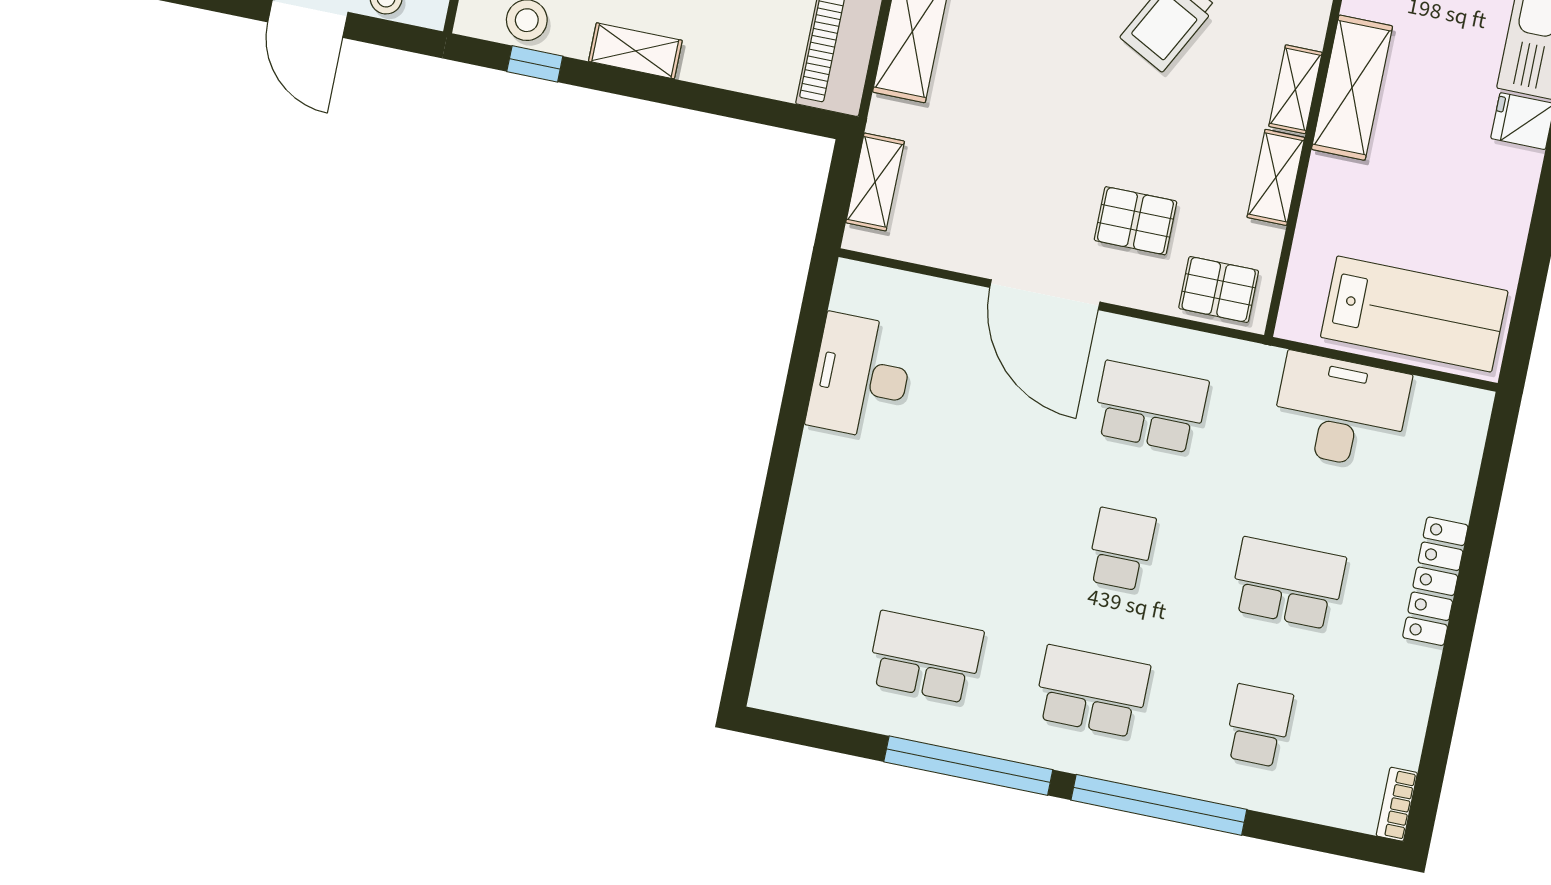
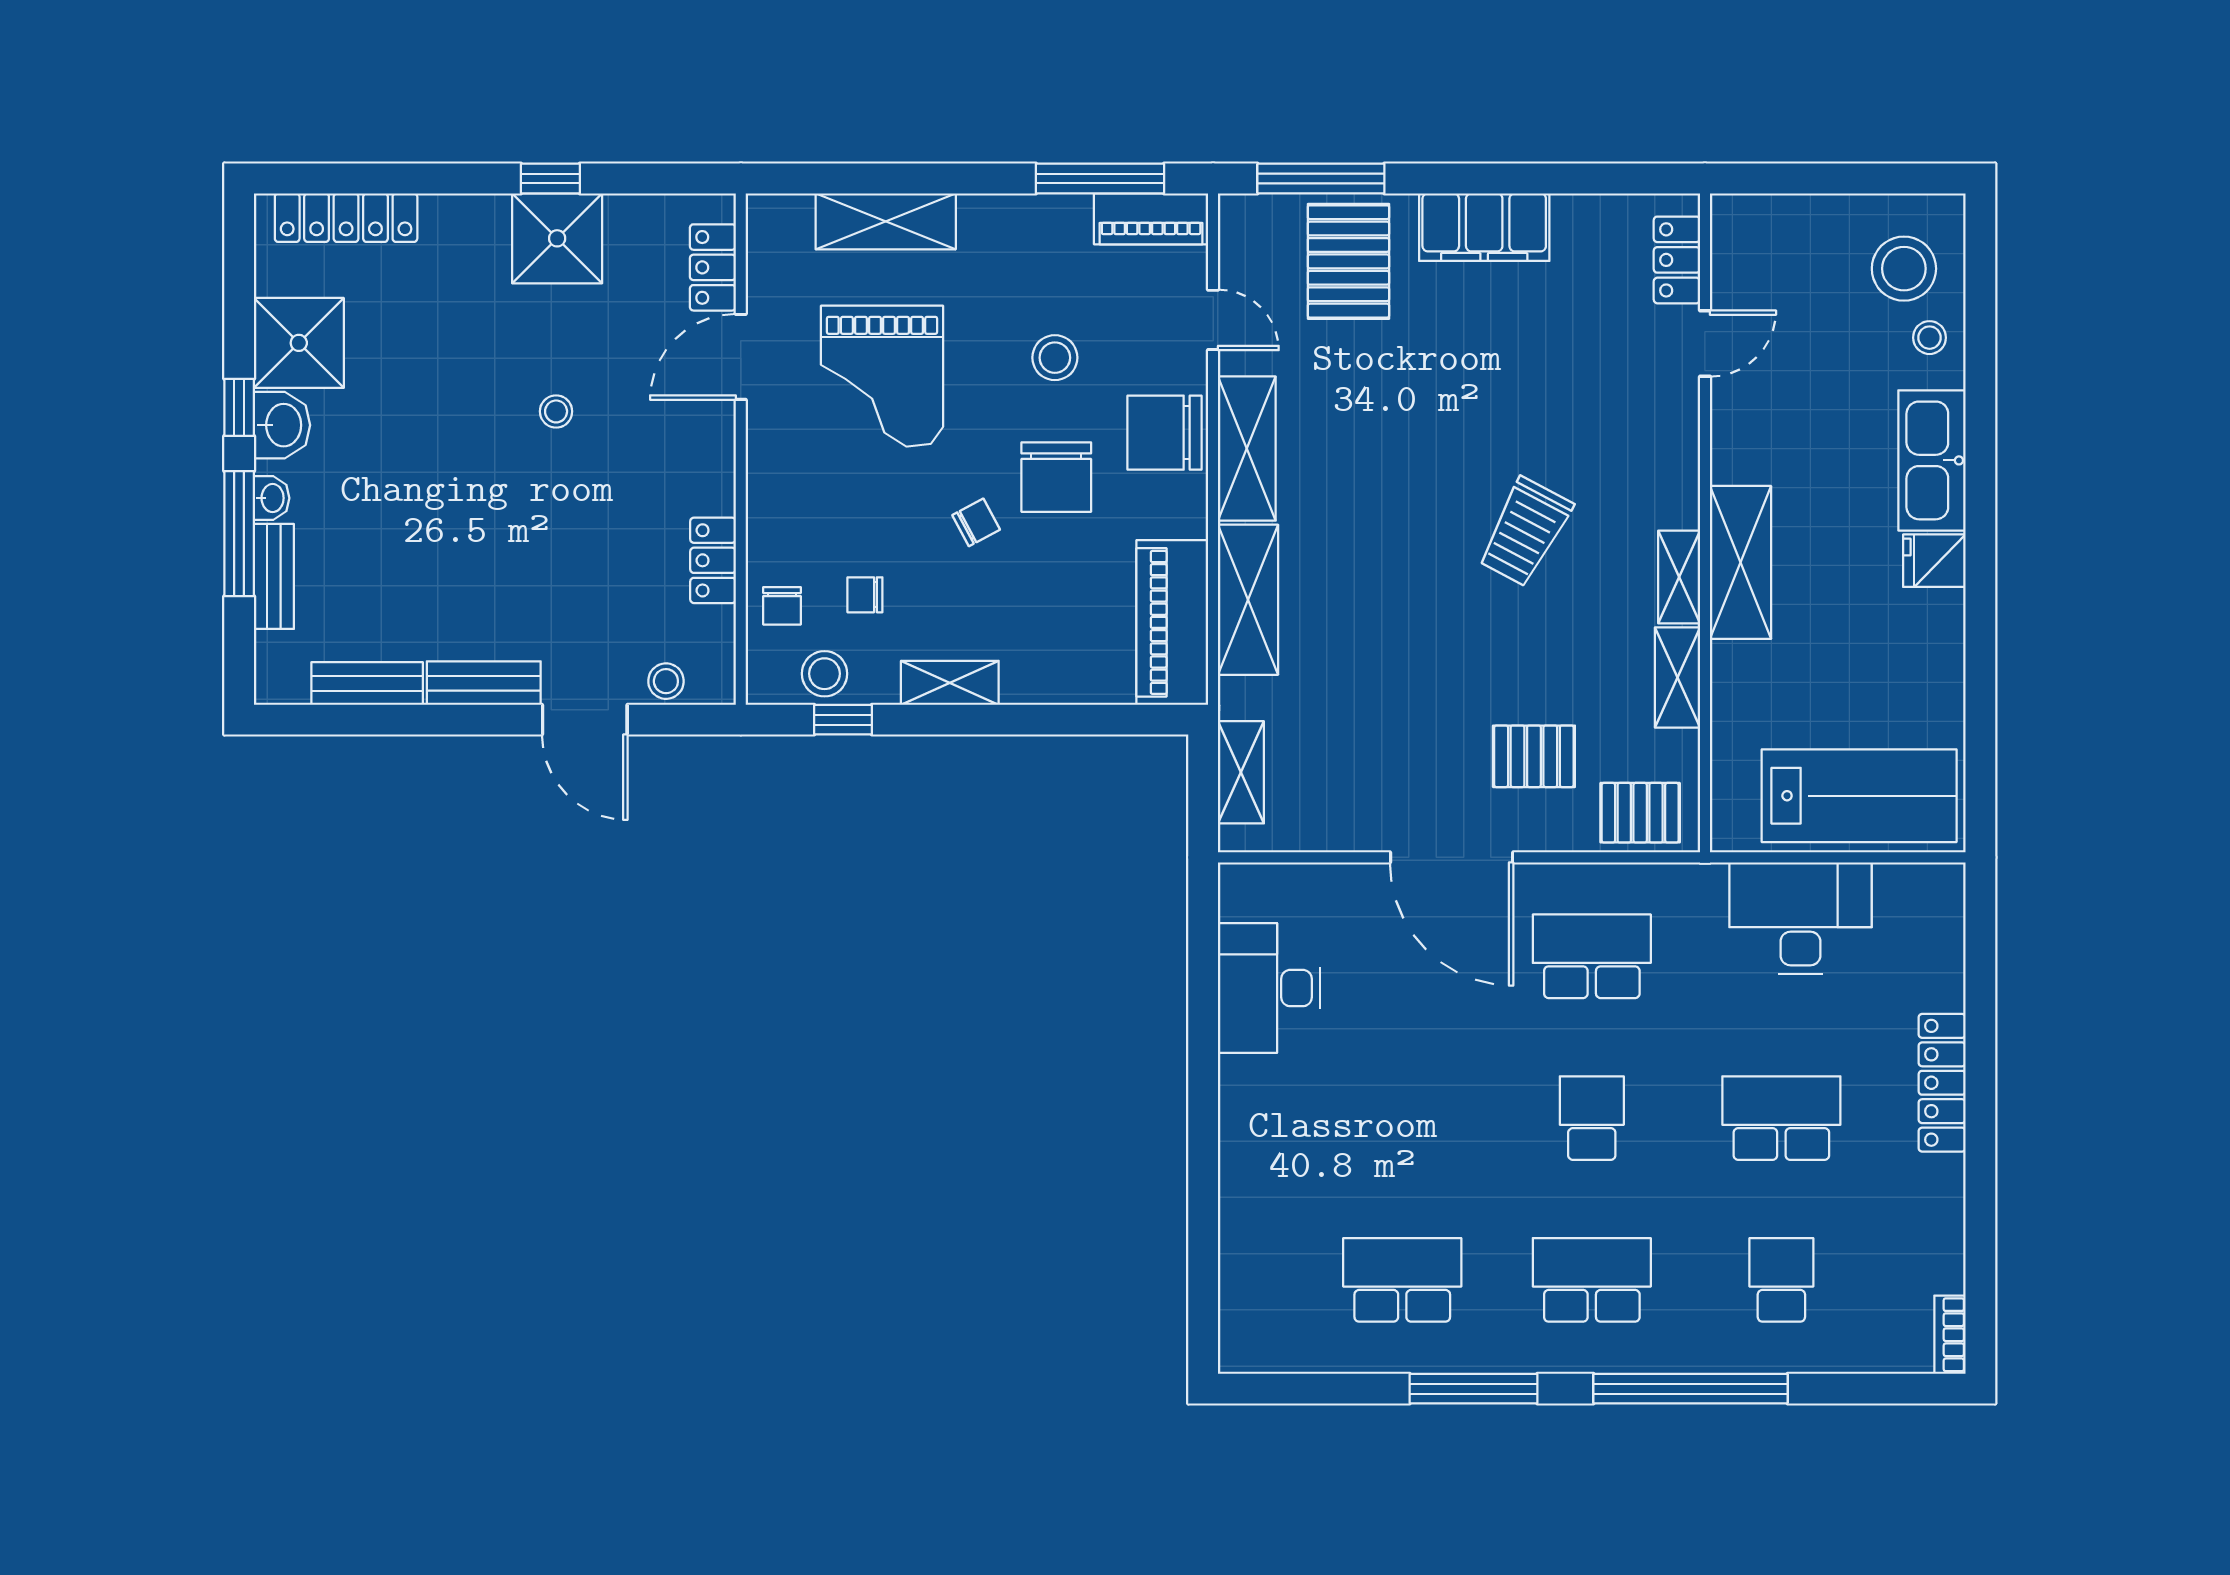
window: (968, 766) -> (1474, 1389), width x0.68

